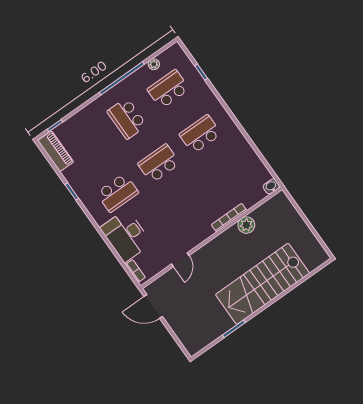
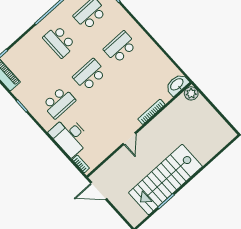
washbasin: (271, 186) -> (177, 85), width x1.91, depth x1.45
plant: (246, 225) -> (191, 93), moved
door: (180, 260) -> (129, 139), moved
stairs: (262, 284) -> (165, 180), moved

